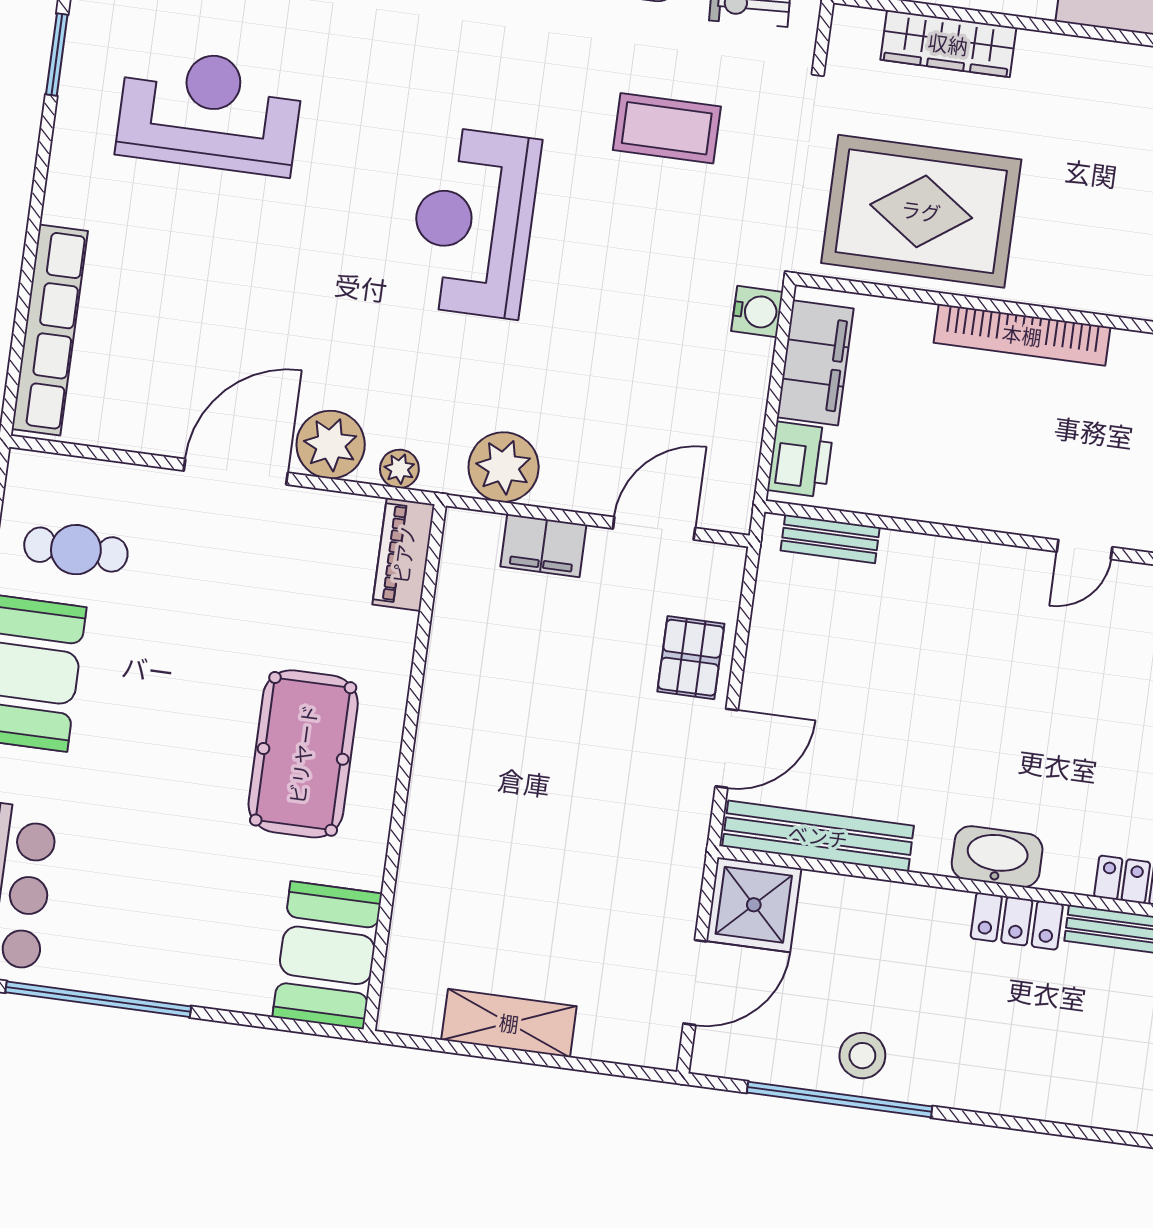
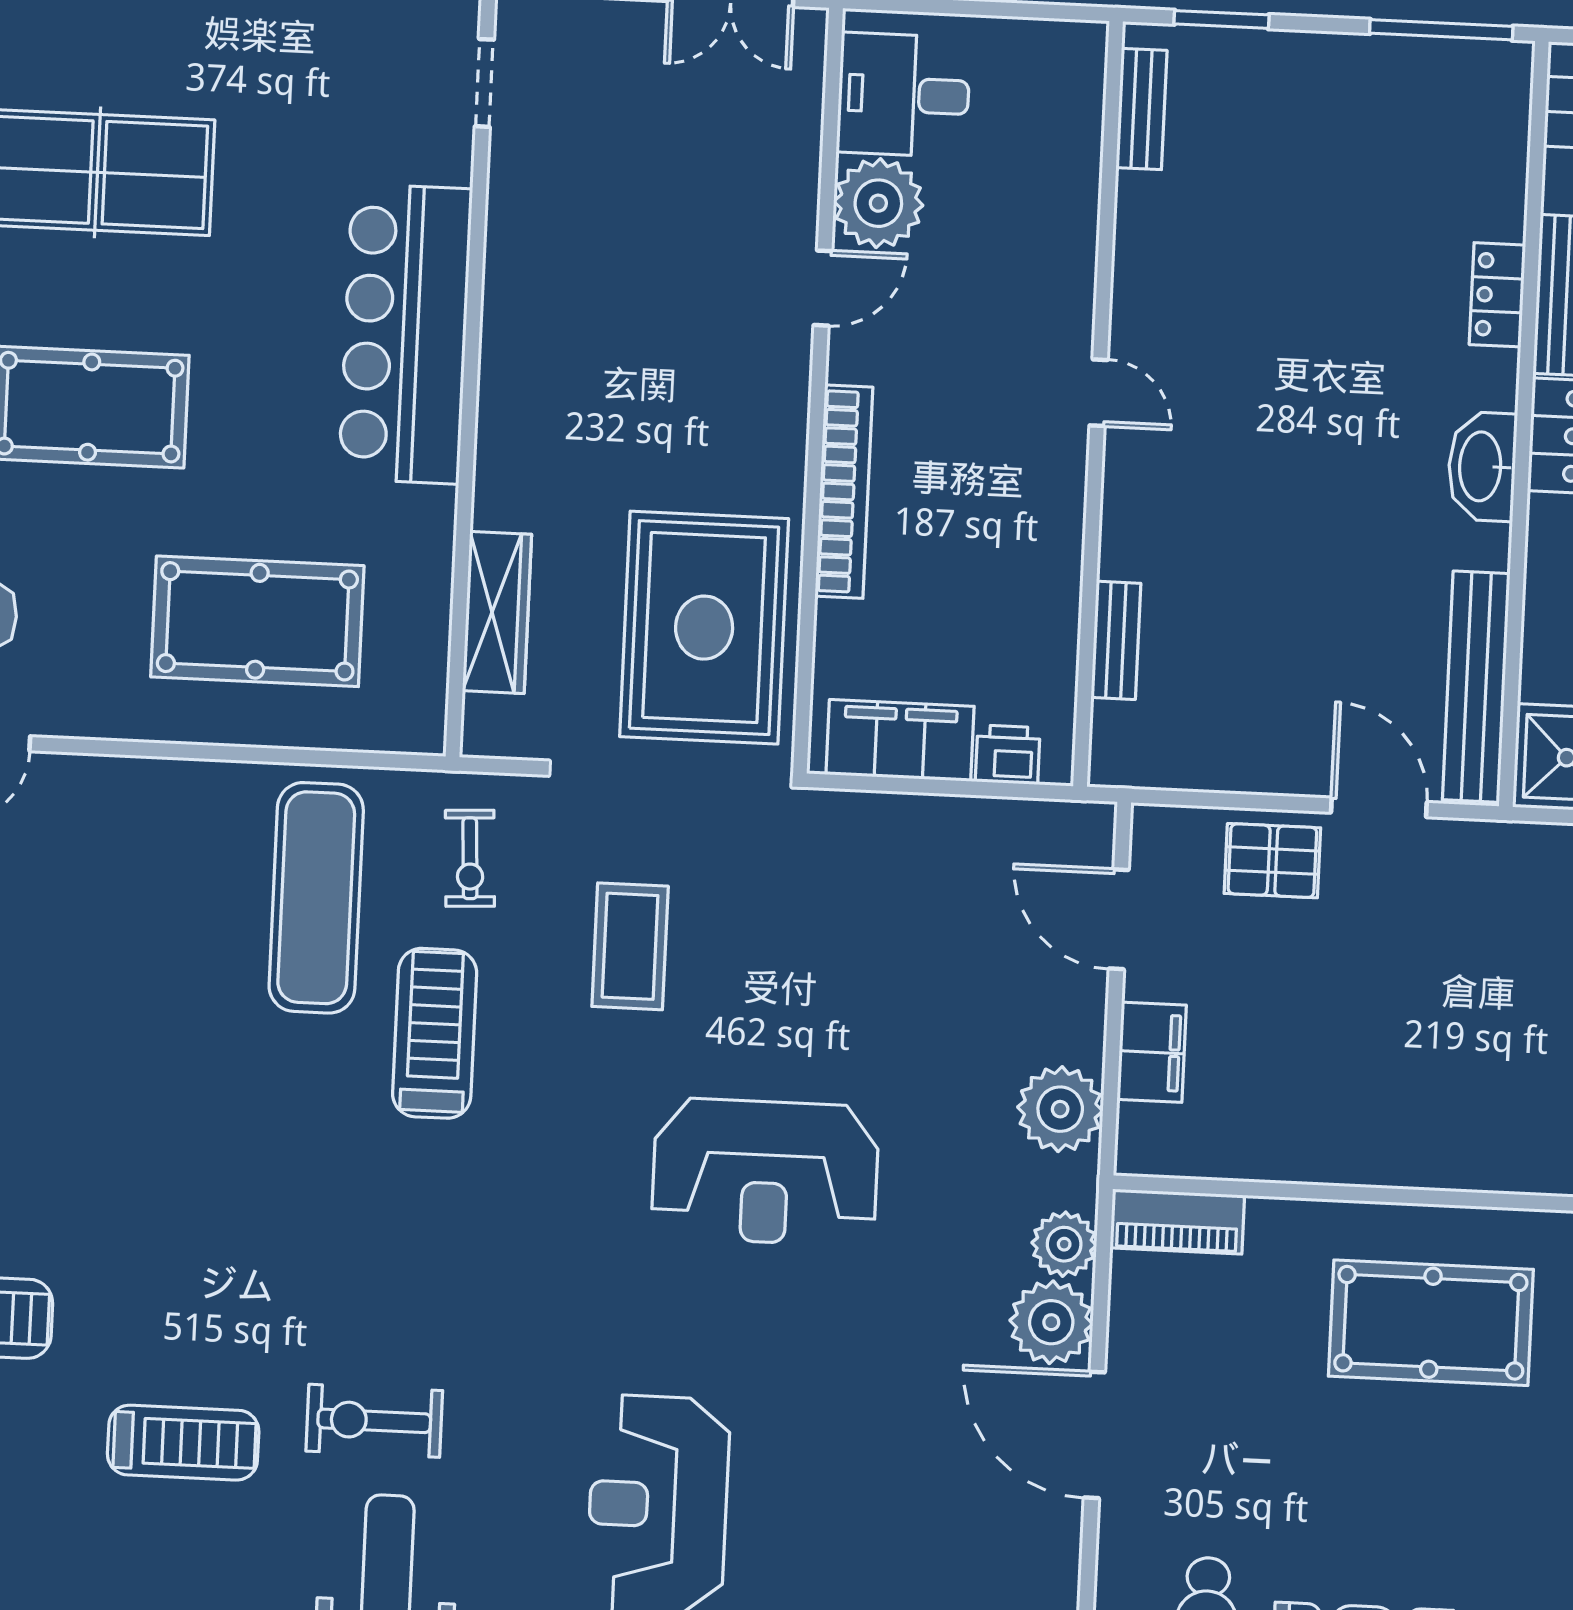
water cooler: (757, 311) -> (844, 817), removed
printer: (800, 459) -> (1008, 755), width x0.73, depth x0.81
plant: (399, 469) -> (1064, 1244), width x1.38, depth x1.38
bench: (830, 539) -> (1116, 640), moved

